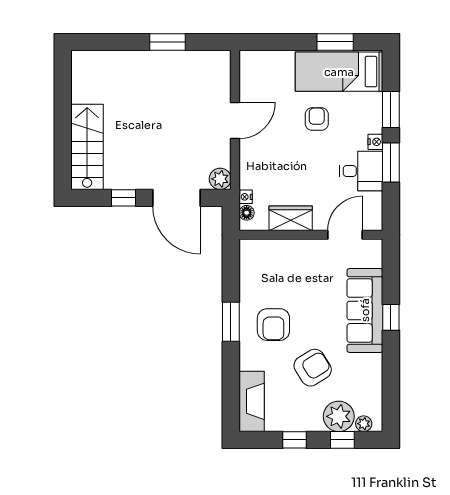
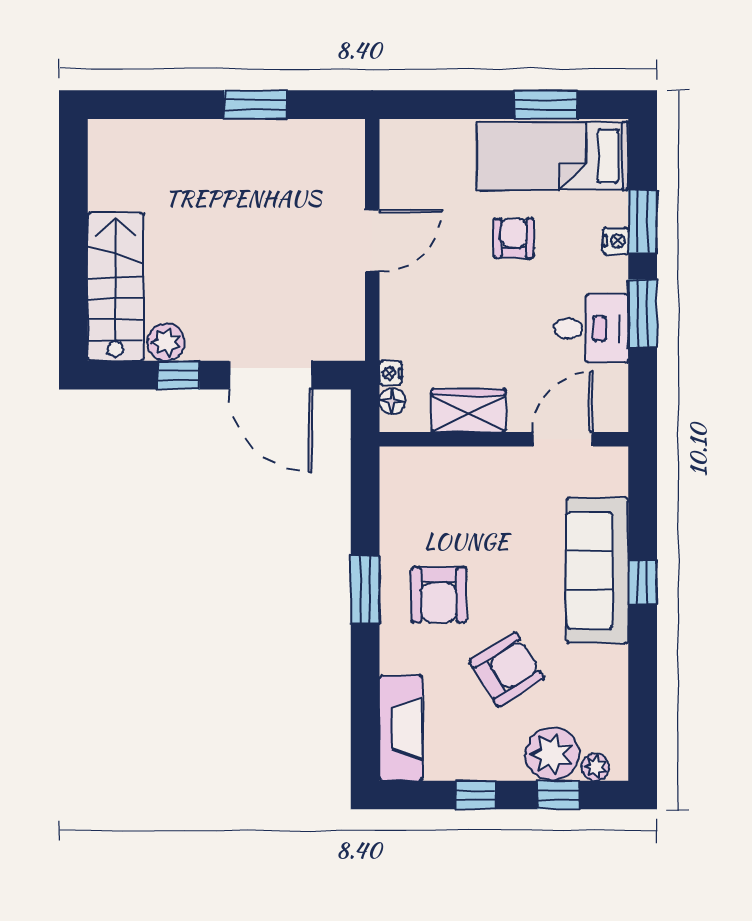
nightstand: (375, 142) -> (616, 241), moved
plant: (220, 179) -> (166, 342), moved

